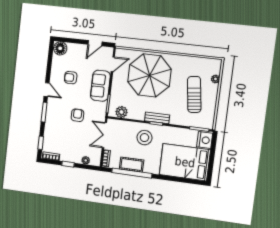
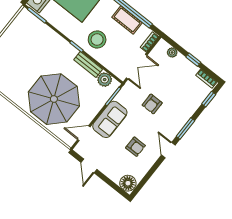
door: (95, 43) -> (89, 166), swing flipped
sun lounger: (194, 94) -> (21, 53), removed
bench: (157, 118) -> (88, 64), moved

